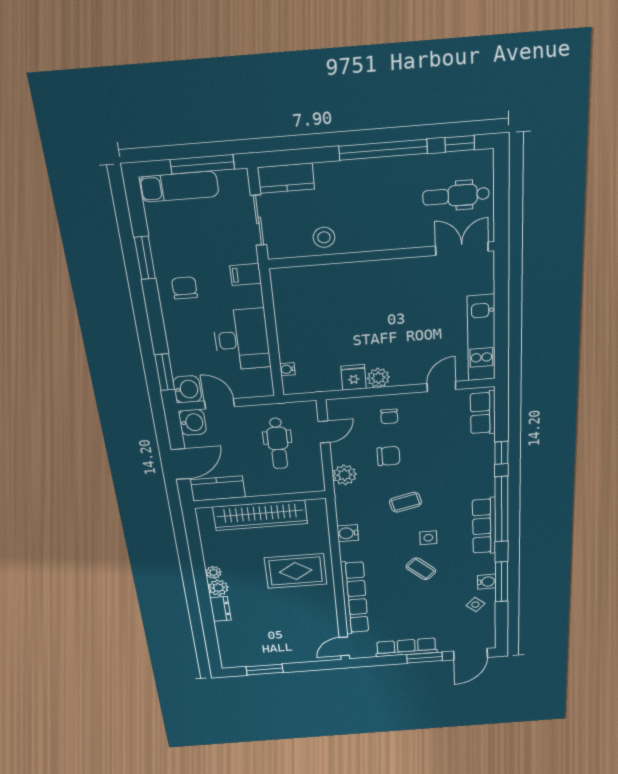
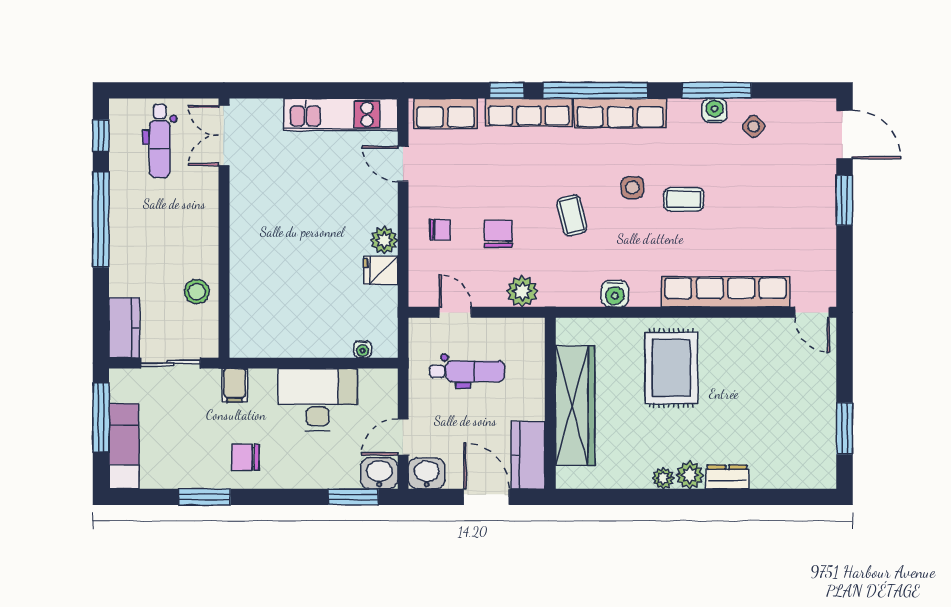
coffee table: (421, 569) -> (684, 199), turned 47
row of seats: (406, 647) -> (529, 112), moved, turned -90

